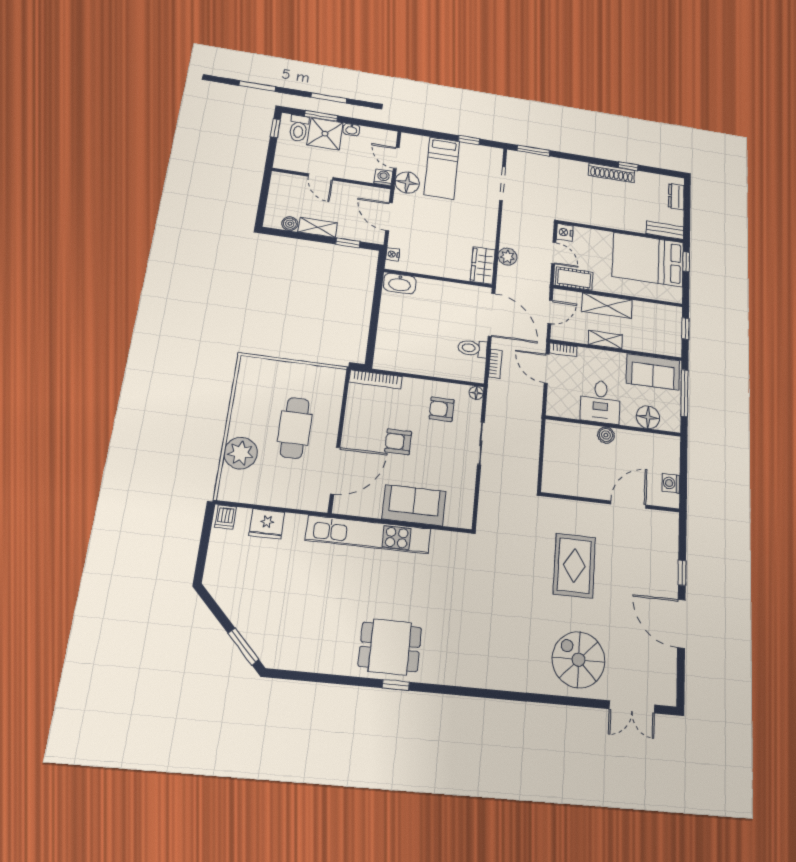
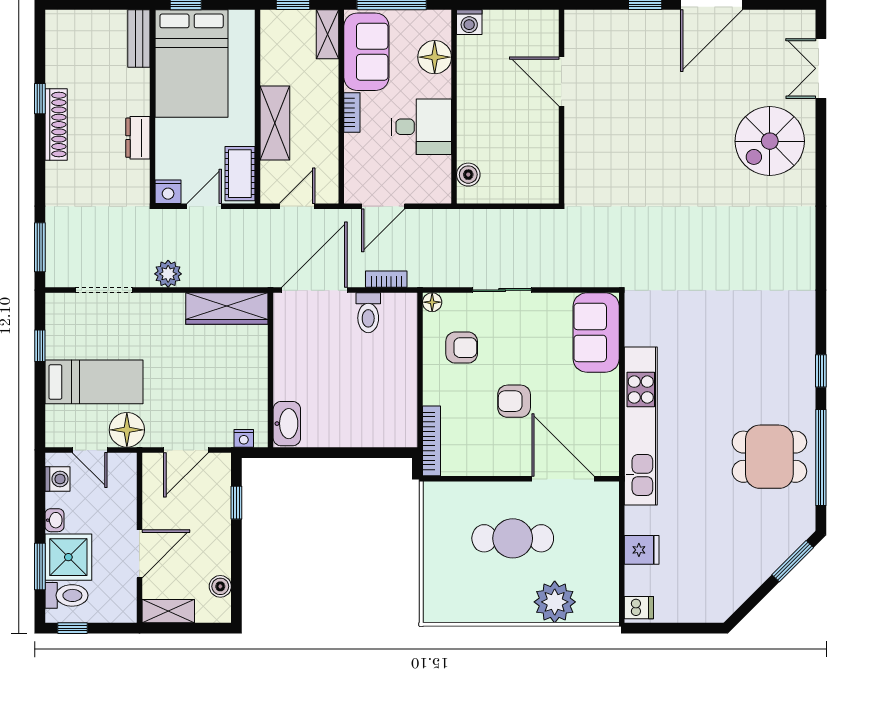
door: (396, 158) -> (90, 450), hinge flipped
door: (321, 177) -> (139, 554), width x1.38
washing machine: (383, 177) -> (58, 479), moved, turned 180
dresser: (676, 197) -> (138, 138), moved, turned 90
shelving: (318, 227) -> (168, 611), moved, turned 90
plant: (508, 257) -> (168, 274), moved
wardrobe: (483, 265) -> (227, 309), width x1.50
door: (550, 312) -> (297, 206), hinge flipped
shelving: (605, 340) -> (328, 34), moved
bookcase: (563, 350) -> (352, 113), moved
armchair: (442, 409) -> (462, 348), turned -90
boiler: (606, 435) -> (468, 175), moved
armchair: (398, 442) -> (514, 401), turned 90
washing machine: (671, 483) -> (469, 22), moved
sofa: (414, 505) -> (596, 332), moved
fridge: (267, 524) -> (642, 550), width x0.72
rug: (574, 566) -> (651, 153), removed
dining table: (390, 647) -> (769, 457), moved, turned 90
window: (326, 678) -> (821, 458), added
double door: (632, 707) -> (821, 68), swing flipped

